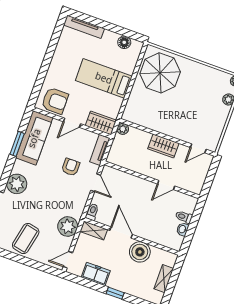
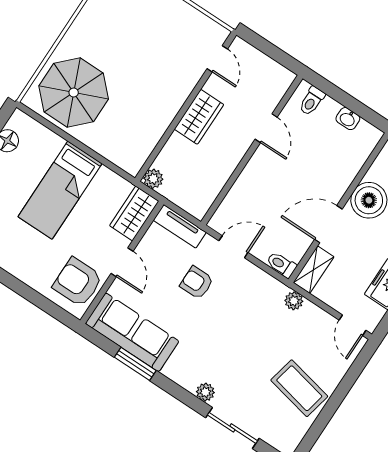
armchair: (55, 101) -> (78, 282), turned -90
plant: (17, 184) -> (205, 392), width x0.53, depth x0.53
toilet: (184, 217) -> (312, 101), moved
plant: (68, 226) -> (294, 301), width x0.53, depth x0.53

